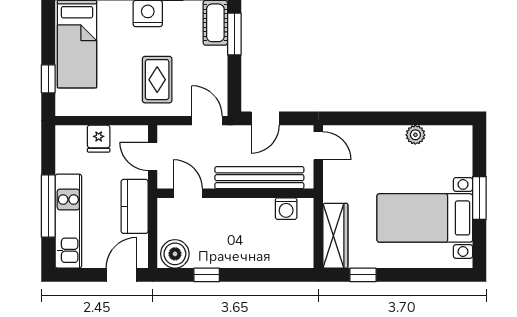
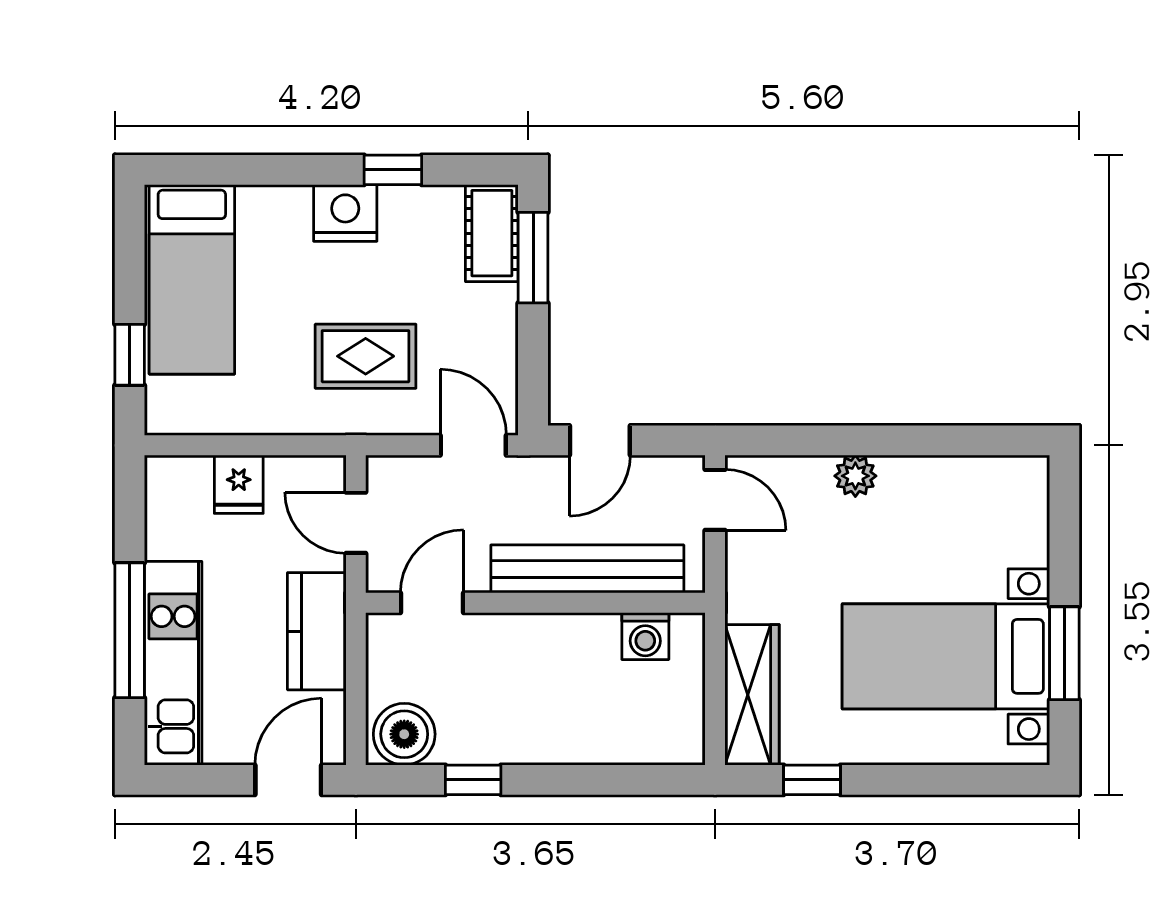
rug: (157, 80) -> (366, 356), turned 90
plant: (415, 135) -> (855, 476), moved
door: (188, 193) -> (432, 603), hinge flipped
window: (479, 198) -> (1064, 653), moved

